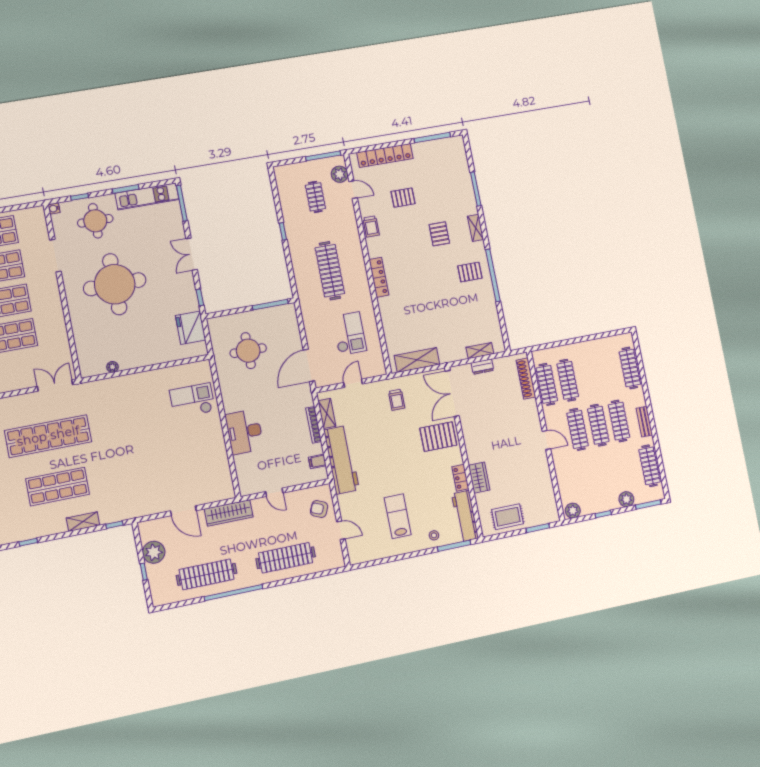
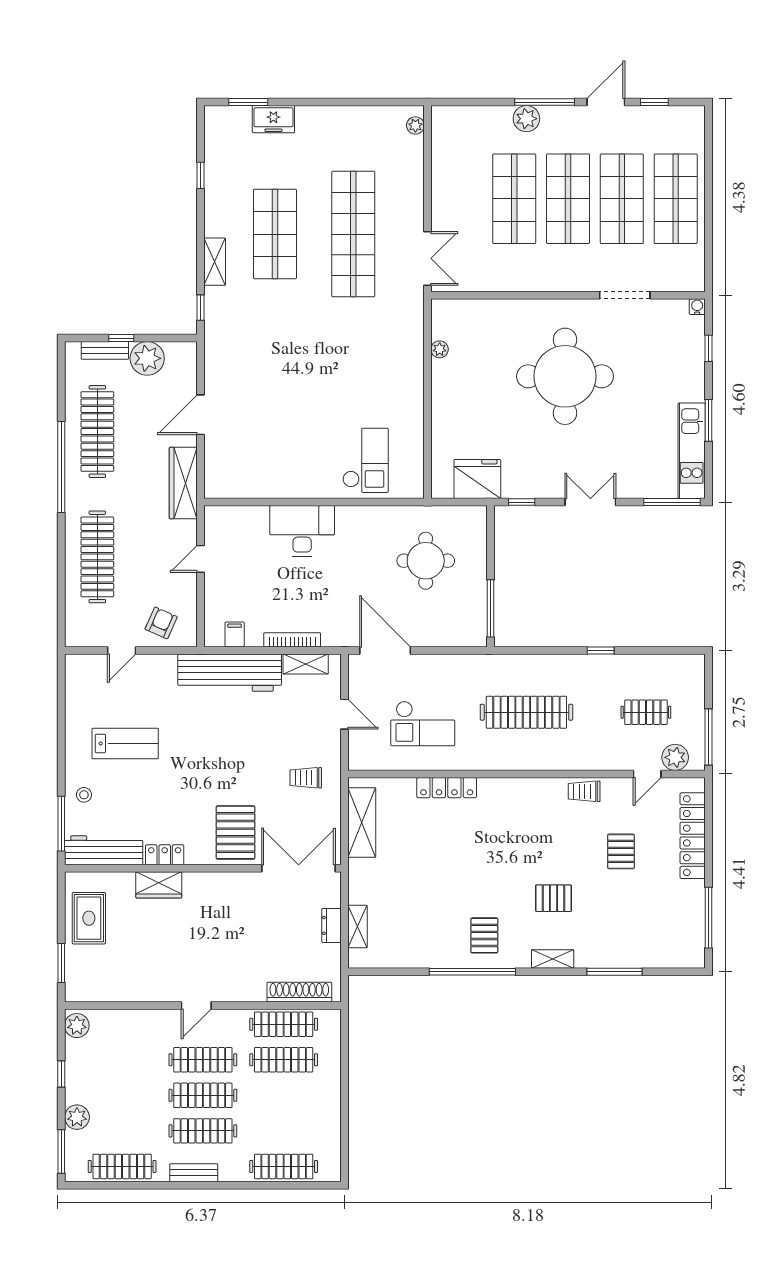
round table: (95, 221) -> (667, 365), removed
locker: (379, 277) -> (447, 788), moved
bench: (154, 580) -> (105, 350), added

